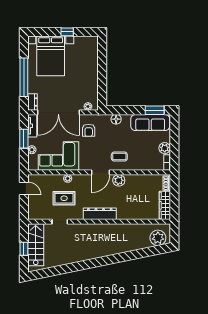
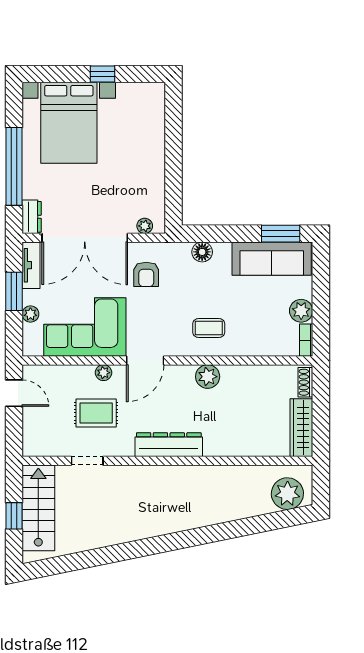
door: (101, 172) -> (145, 360), moved

